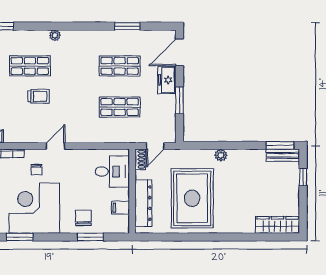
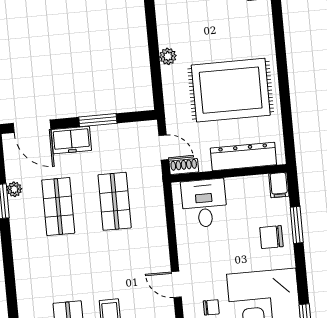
plant: (55, 35) -> (14, 189), moved
filing cabinet: (120, 208) -> (279, 185), moved

